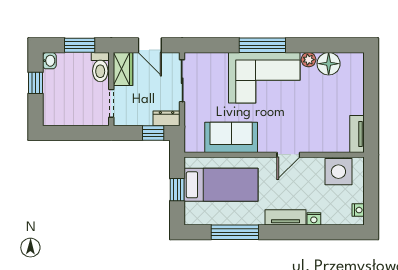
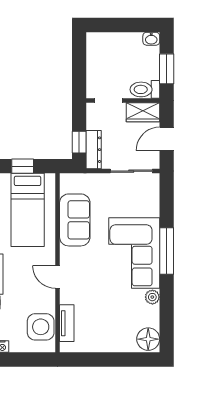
floor lamp: (329, 64) -> (148, 339), moved
window: (36, 83) -> (129, 25), removed
dresser: (167, 118) -> (94, 150), width x1.44
tv unit: (357, 134) -> (67, 323), moved, turned 90

